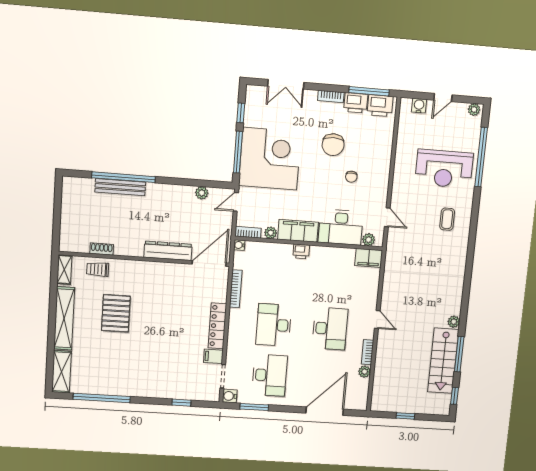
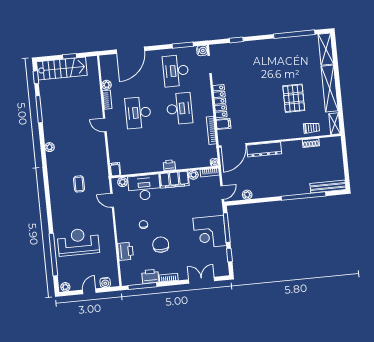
printer: (380, 106) -> (126, 251), moved, turned 90
corner desk: (270, 159) -> (210, 232), width x0.74, depth x0.74
bench: (120, 187) -> (328, 187), moved
coffee table: (447, 219) -> (79, 184), moved
filing cabinet: (369, 258) -> (115, 169), width x0.50
plant: (454, 322) -> (50, 147), moved
filing cabinet: (213, 356) -> (223, 124), moved
stairs: (443, 361) -> (62, 68), moved, turned 90

